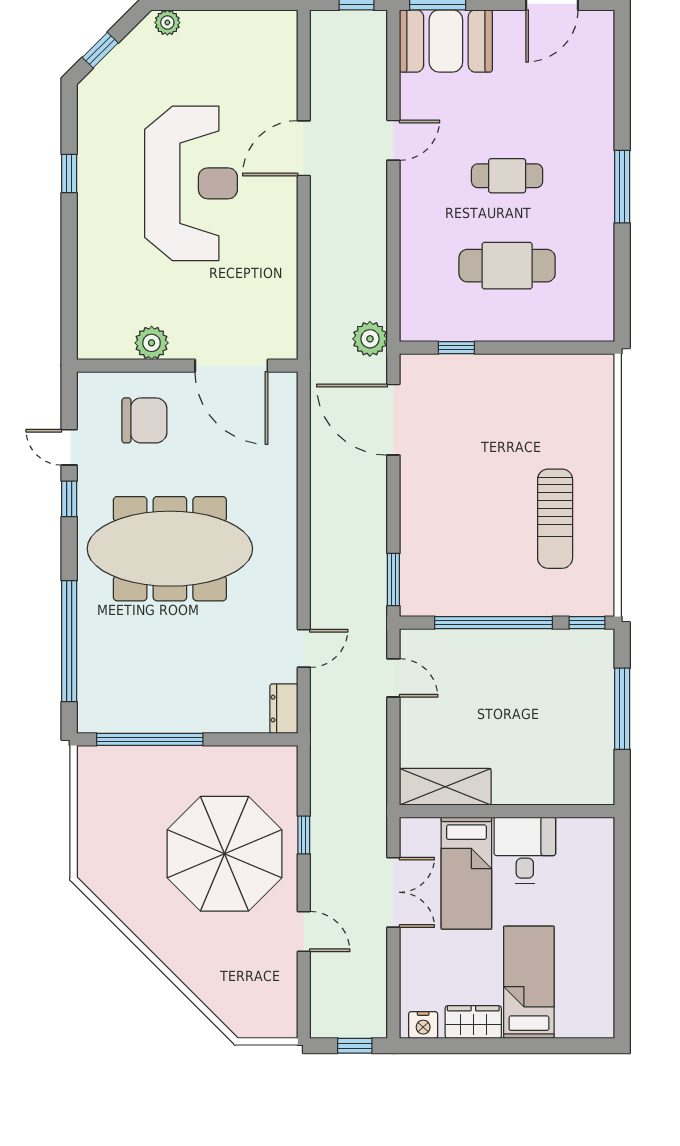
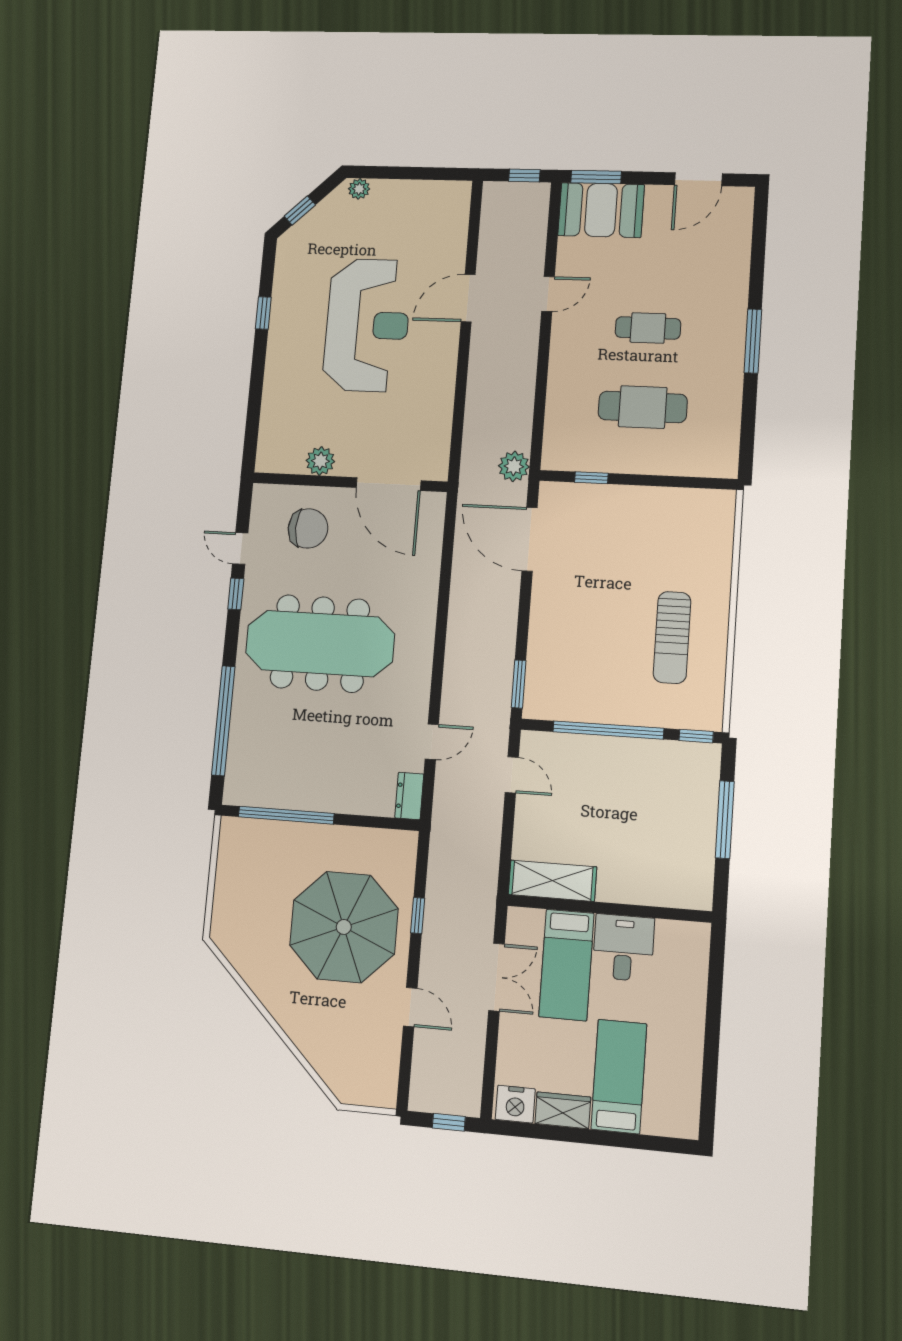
nightstand: (423, 1025) -> (515, 1104), width x1.36, depth x1.33

